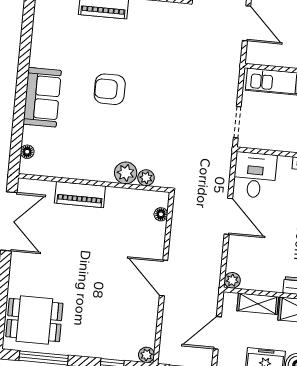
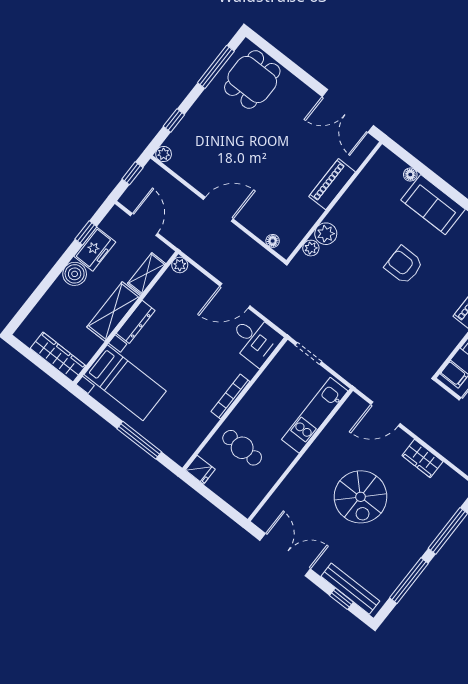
armchair: (110, 89) -> (404, 265), turned -90
floor lamp: (27, 152) -> (410, 175), moved

